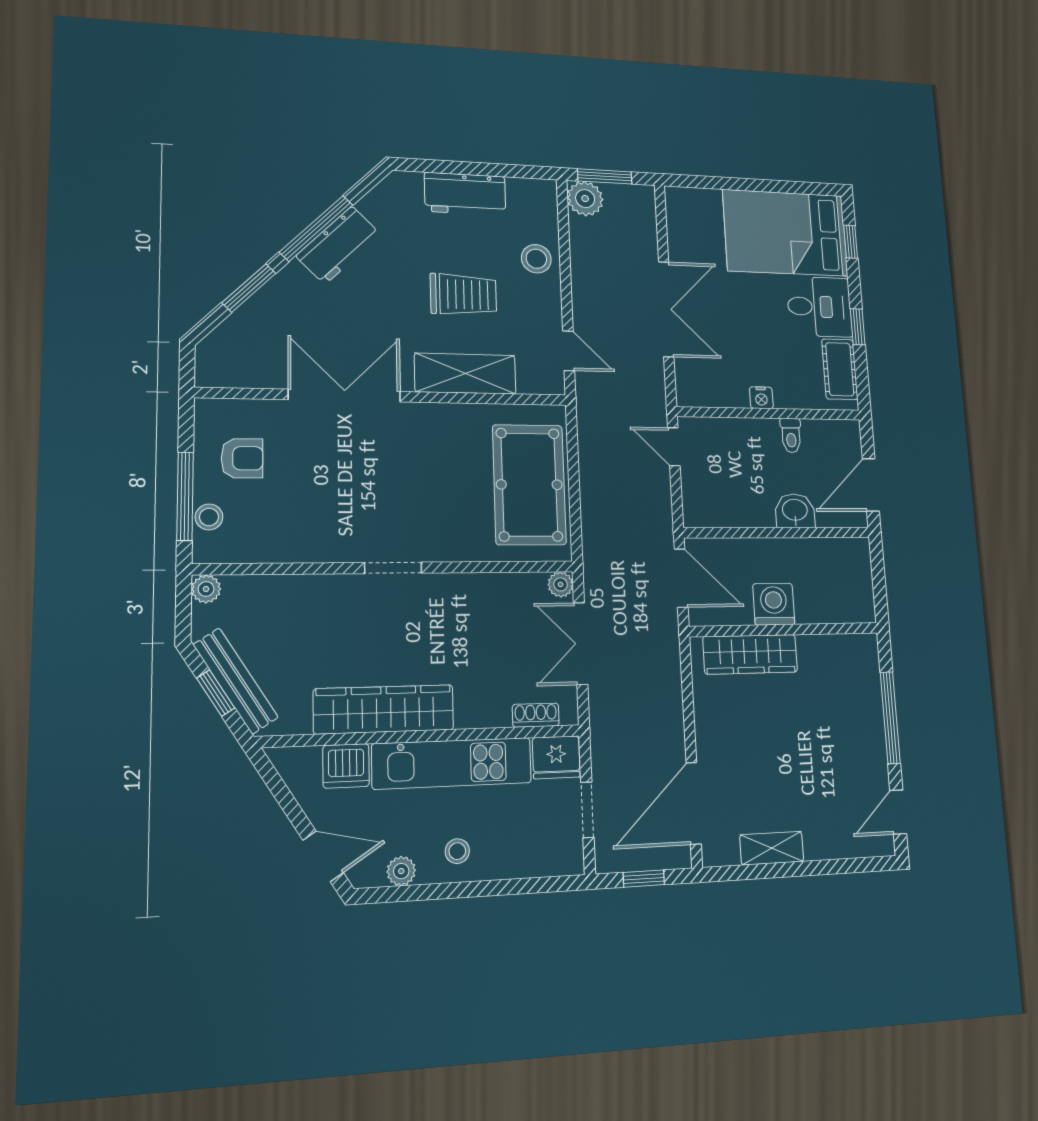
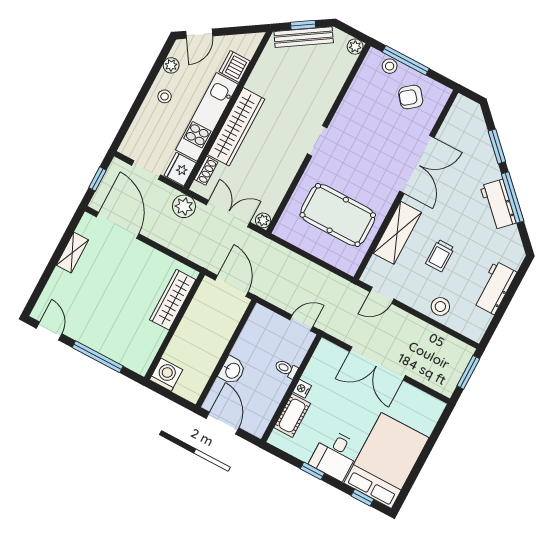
plant: (585, 199) -> (184, 206), moved
trolley: (463, 294) -> (440, 256), width x0.73, depth x0.72
cot: (840, 369) -> (292, 416), moved, turned 90
toilet: (791, 435) -> (286, 369), moved
armchair: (242, 458) -> (411, 97), turned 51
pool table: (529, 485) -> (338, 215), moved
door: (681, 578) -> (232, 286), swing flipped
washing machine: (774, 604) -> (166, 375), moved, turned -90
wardrobe: (384, 709) -> (236, 127), moved

